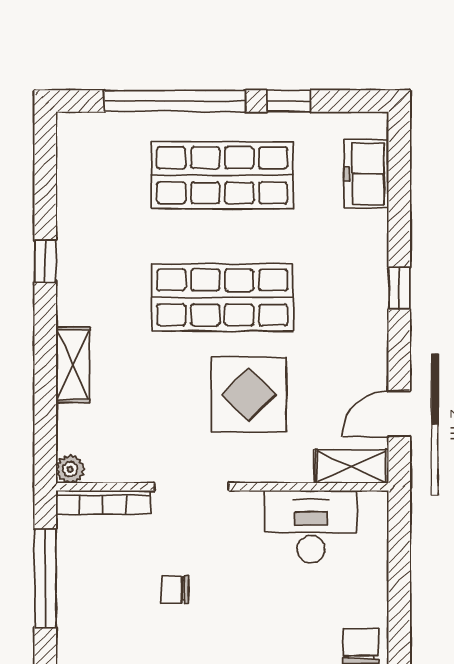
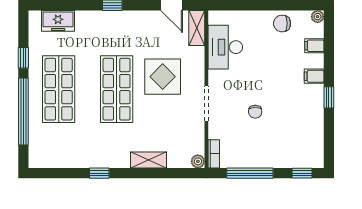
bookcase: (103, 502) -> (214, 154), width x0.64

